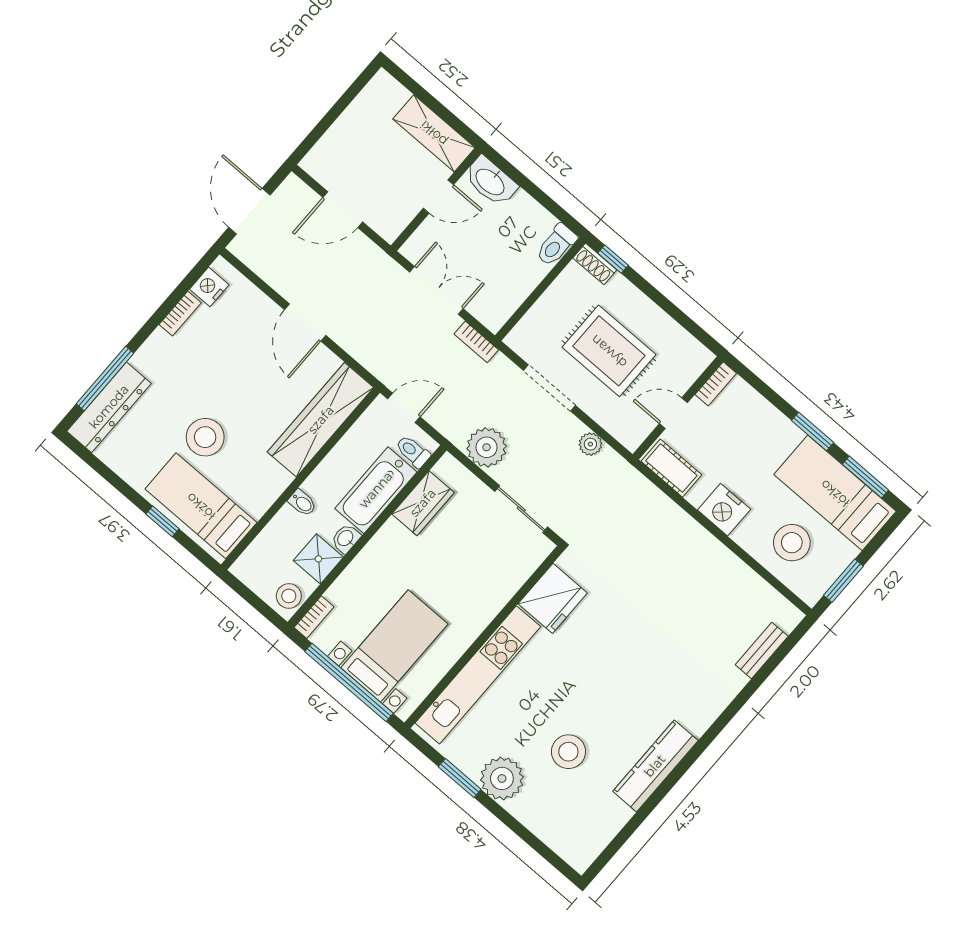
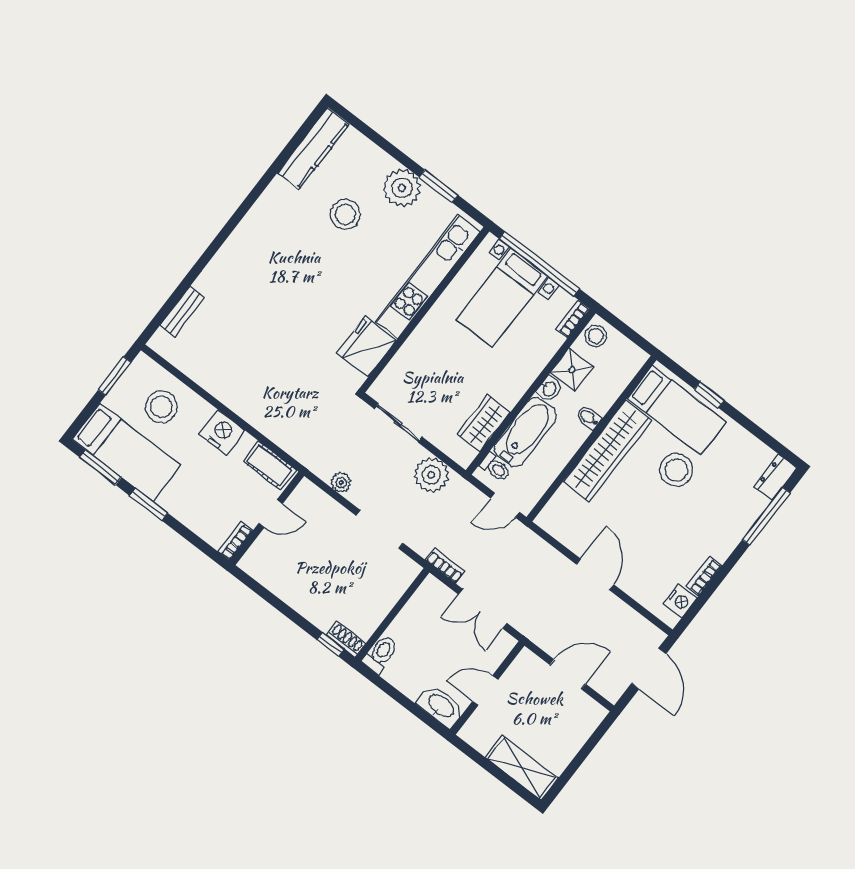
shelving: (434, 133) -> (522, 768), moved
rug: (609, 351) -> (330, 565), removed
dresser: (109, 407) -> (776, 477), width x0.51, depth x0.80
wardrobe: (321, 420) -> (608, 451), moved
kitchen counter: (655, 766) -> (313, 149), moved

